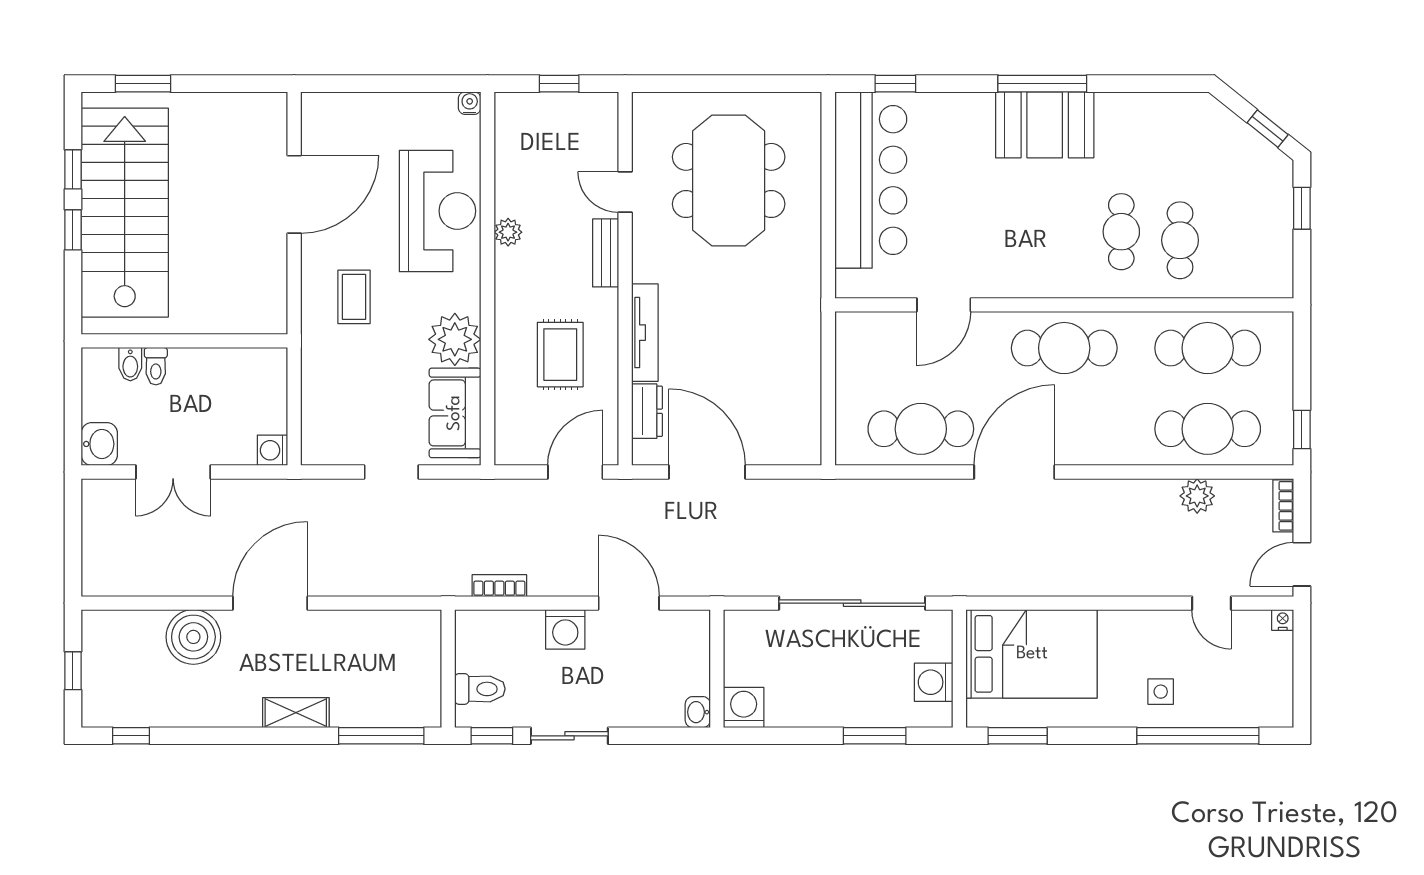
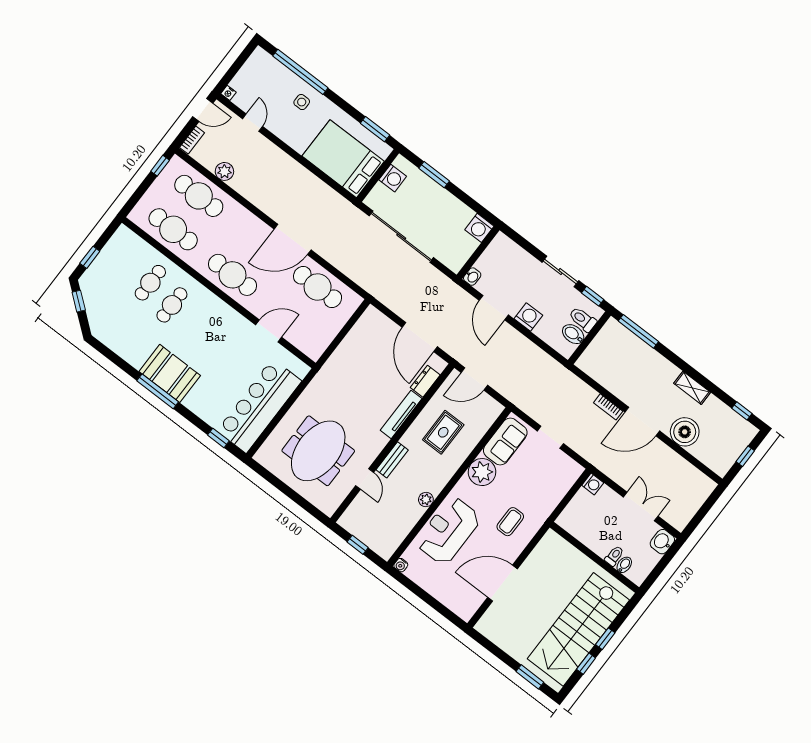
bookcase: (499, 586) -> (608, 407), moved
bidet: (477, 656) -> (573, 334), added
washbasin: (698, 712) -> (472, 277), moved
shelving: (296, 713) -> (692, 388), moved

